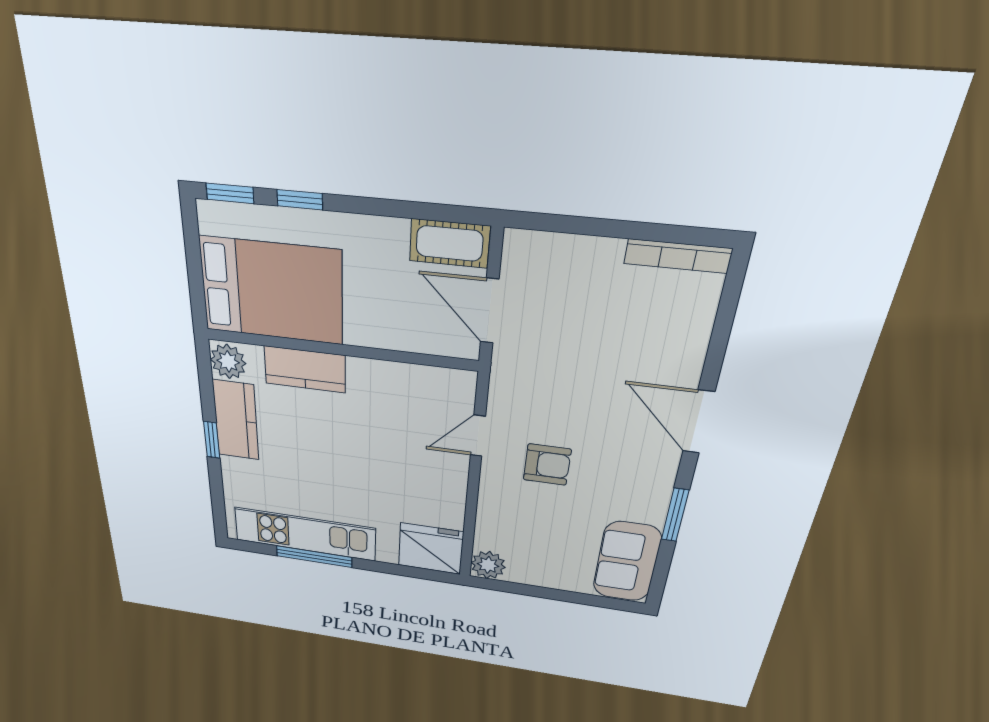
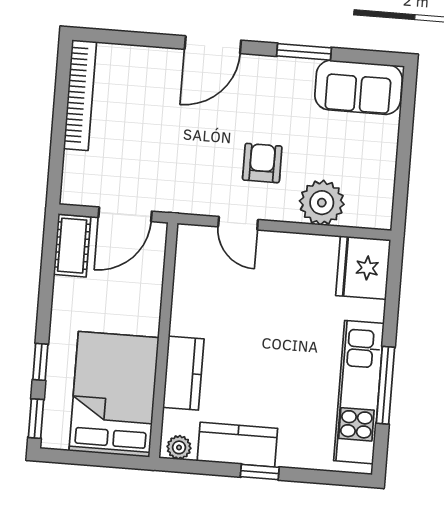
bookcase: (678, 256) -> (80, 95), width x1.48, depth x1.31
plant: (228, 362) -> (179, 447), width x0.73, depth x0.73
plant: (488, 565) -> (322, 203), moved, width x1.36, depth x1.36

